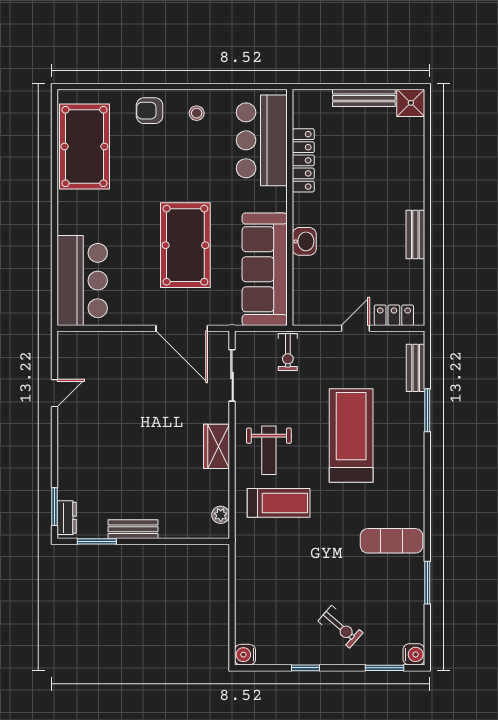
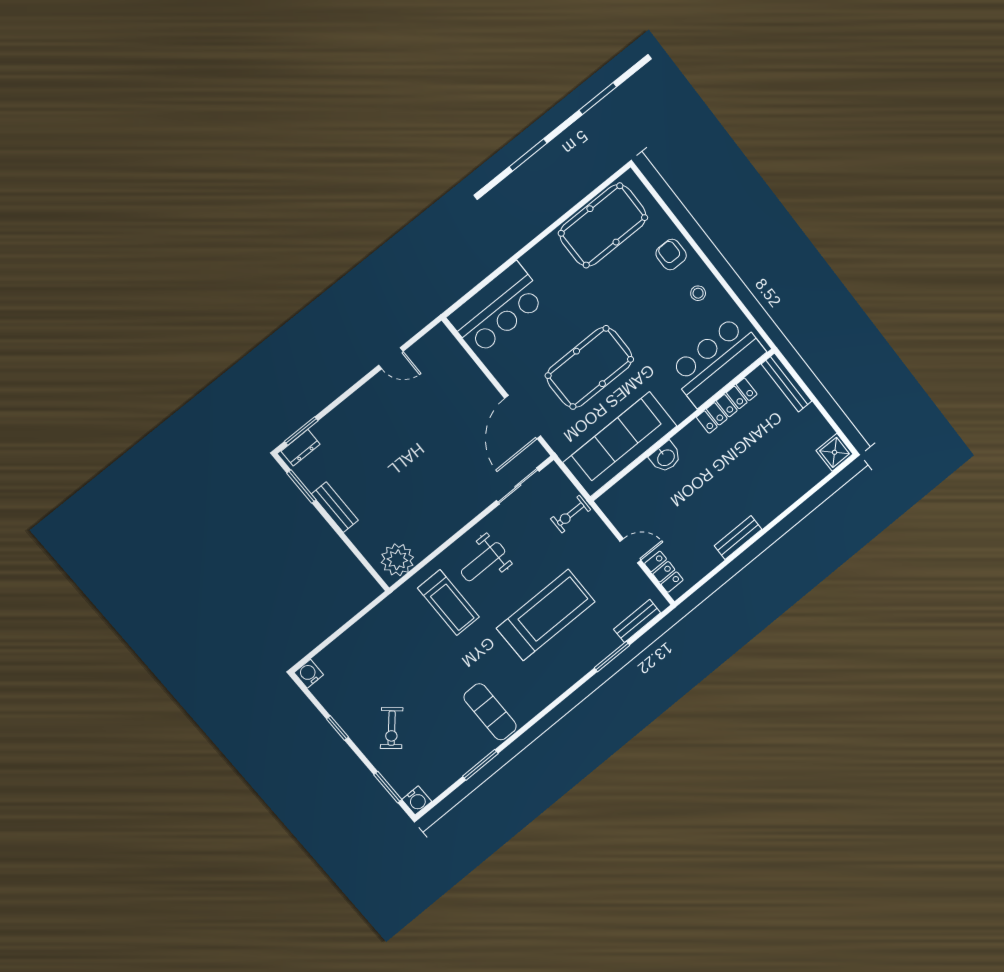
bench: (364, 98) -> (787, 382), moved
wardrobe: (216, 446) -> (453, 519), removed
plant: (221, 515) -> (397, 560), width x1.87, depth x1.87

